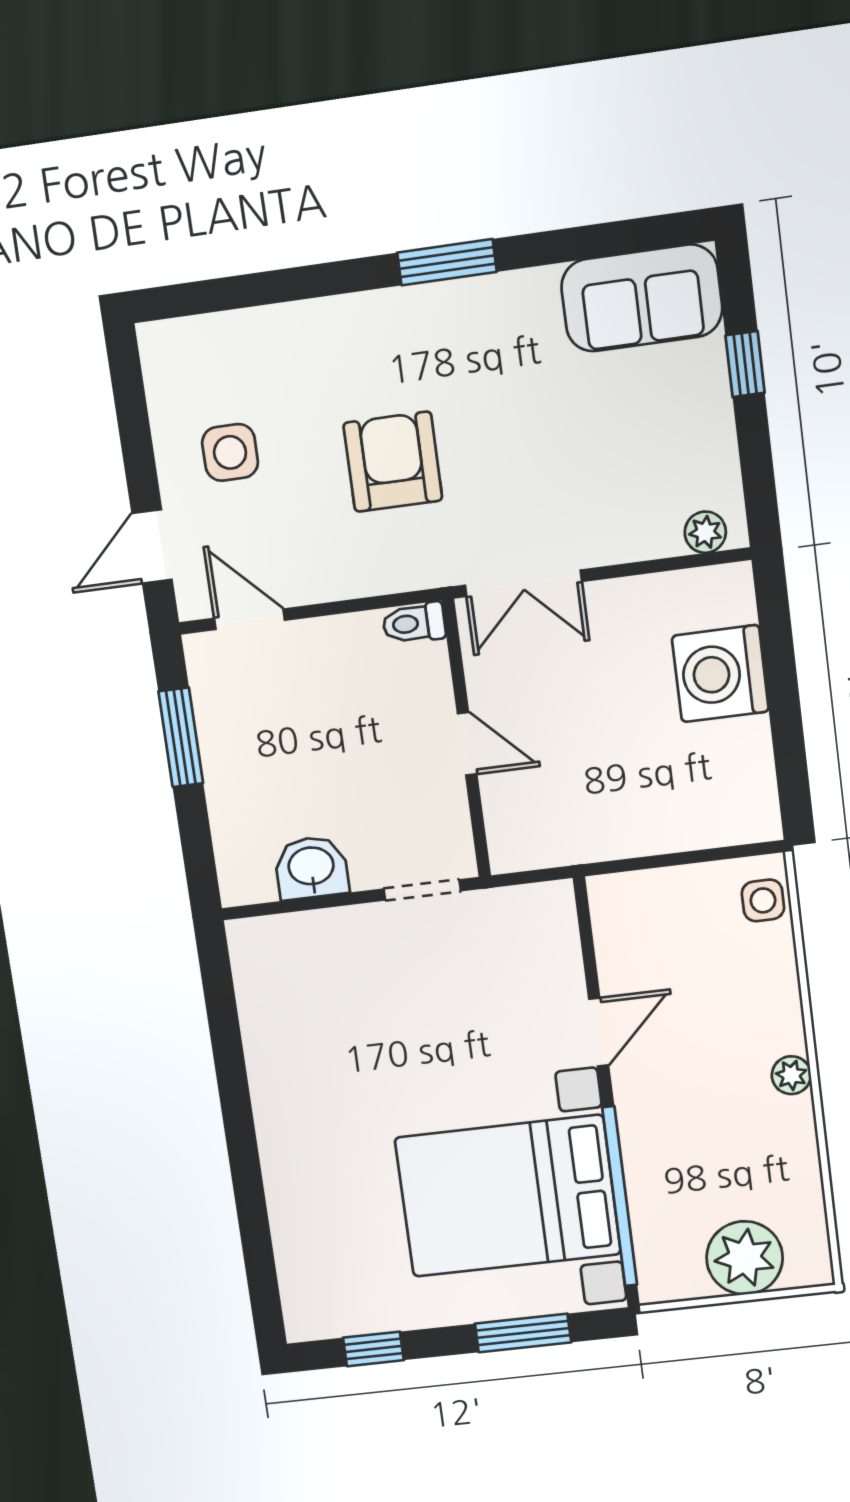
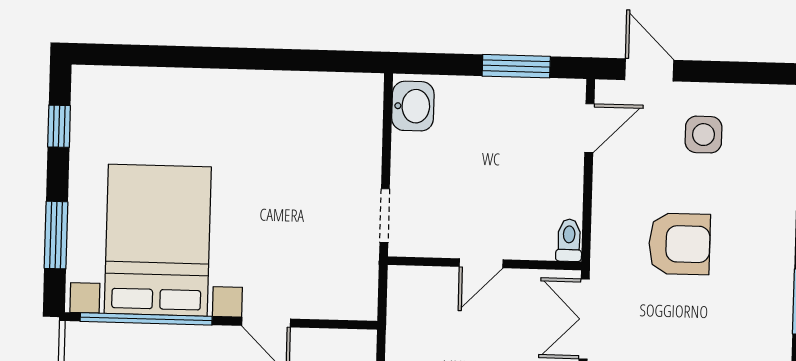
washbasin: (311, 868) -> (413, 106), moved

